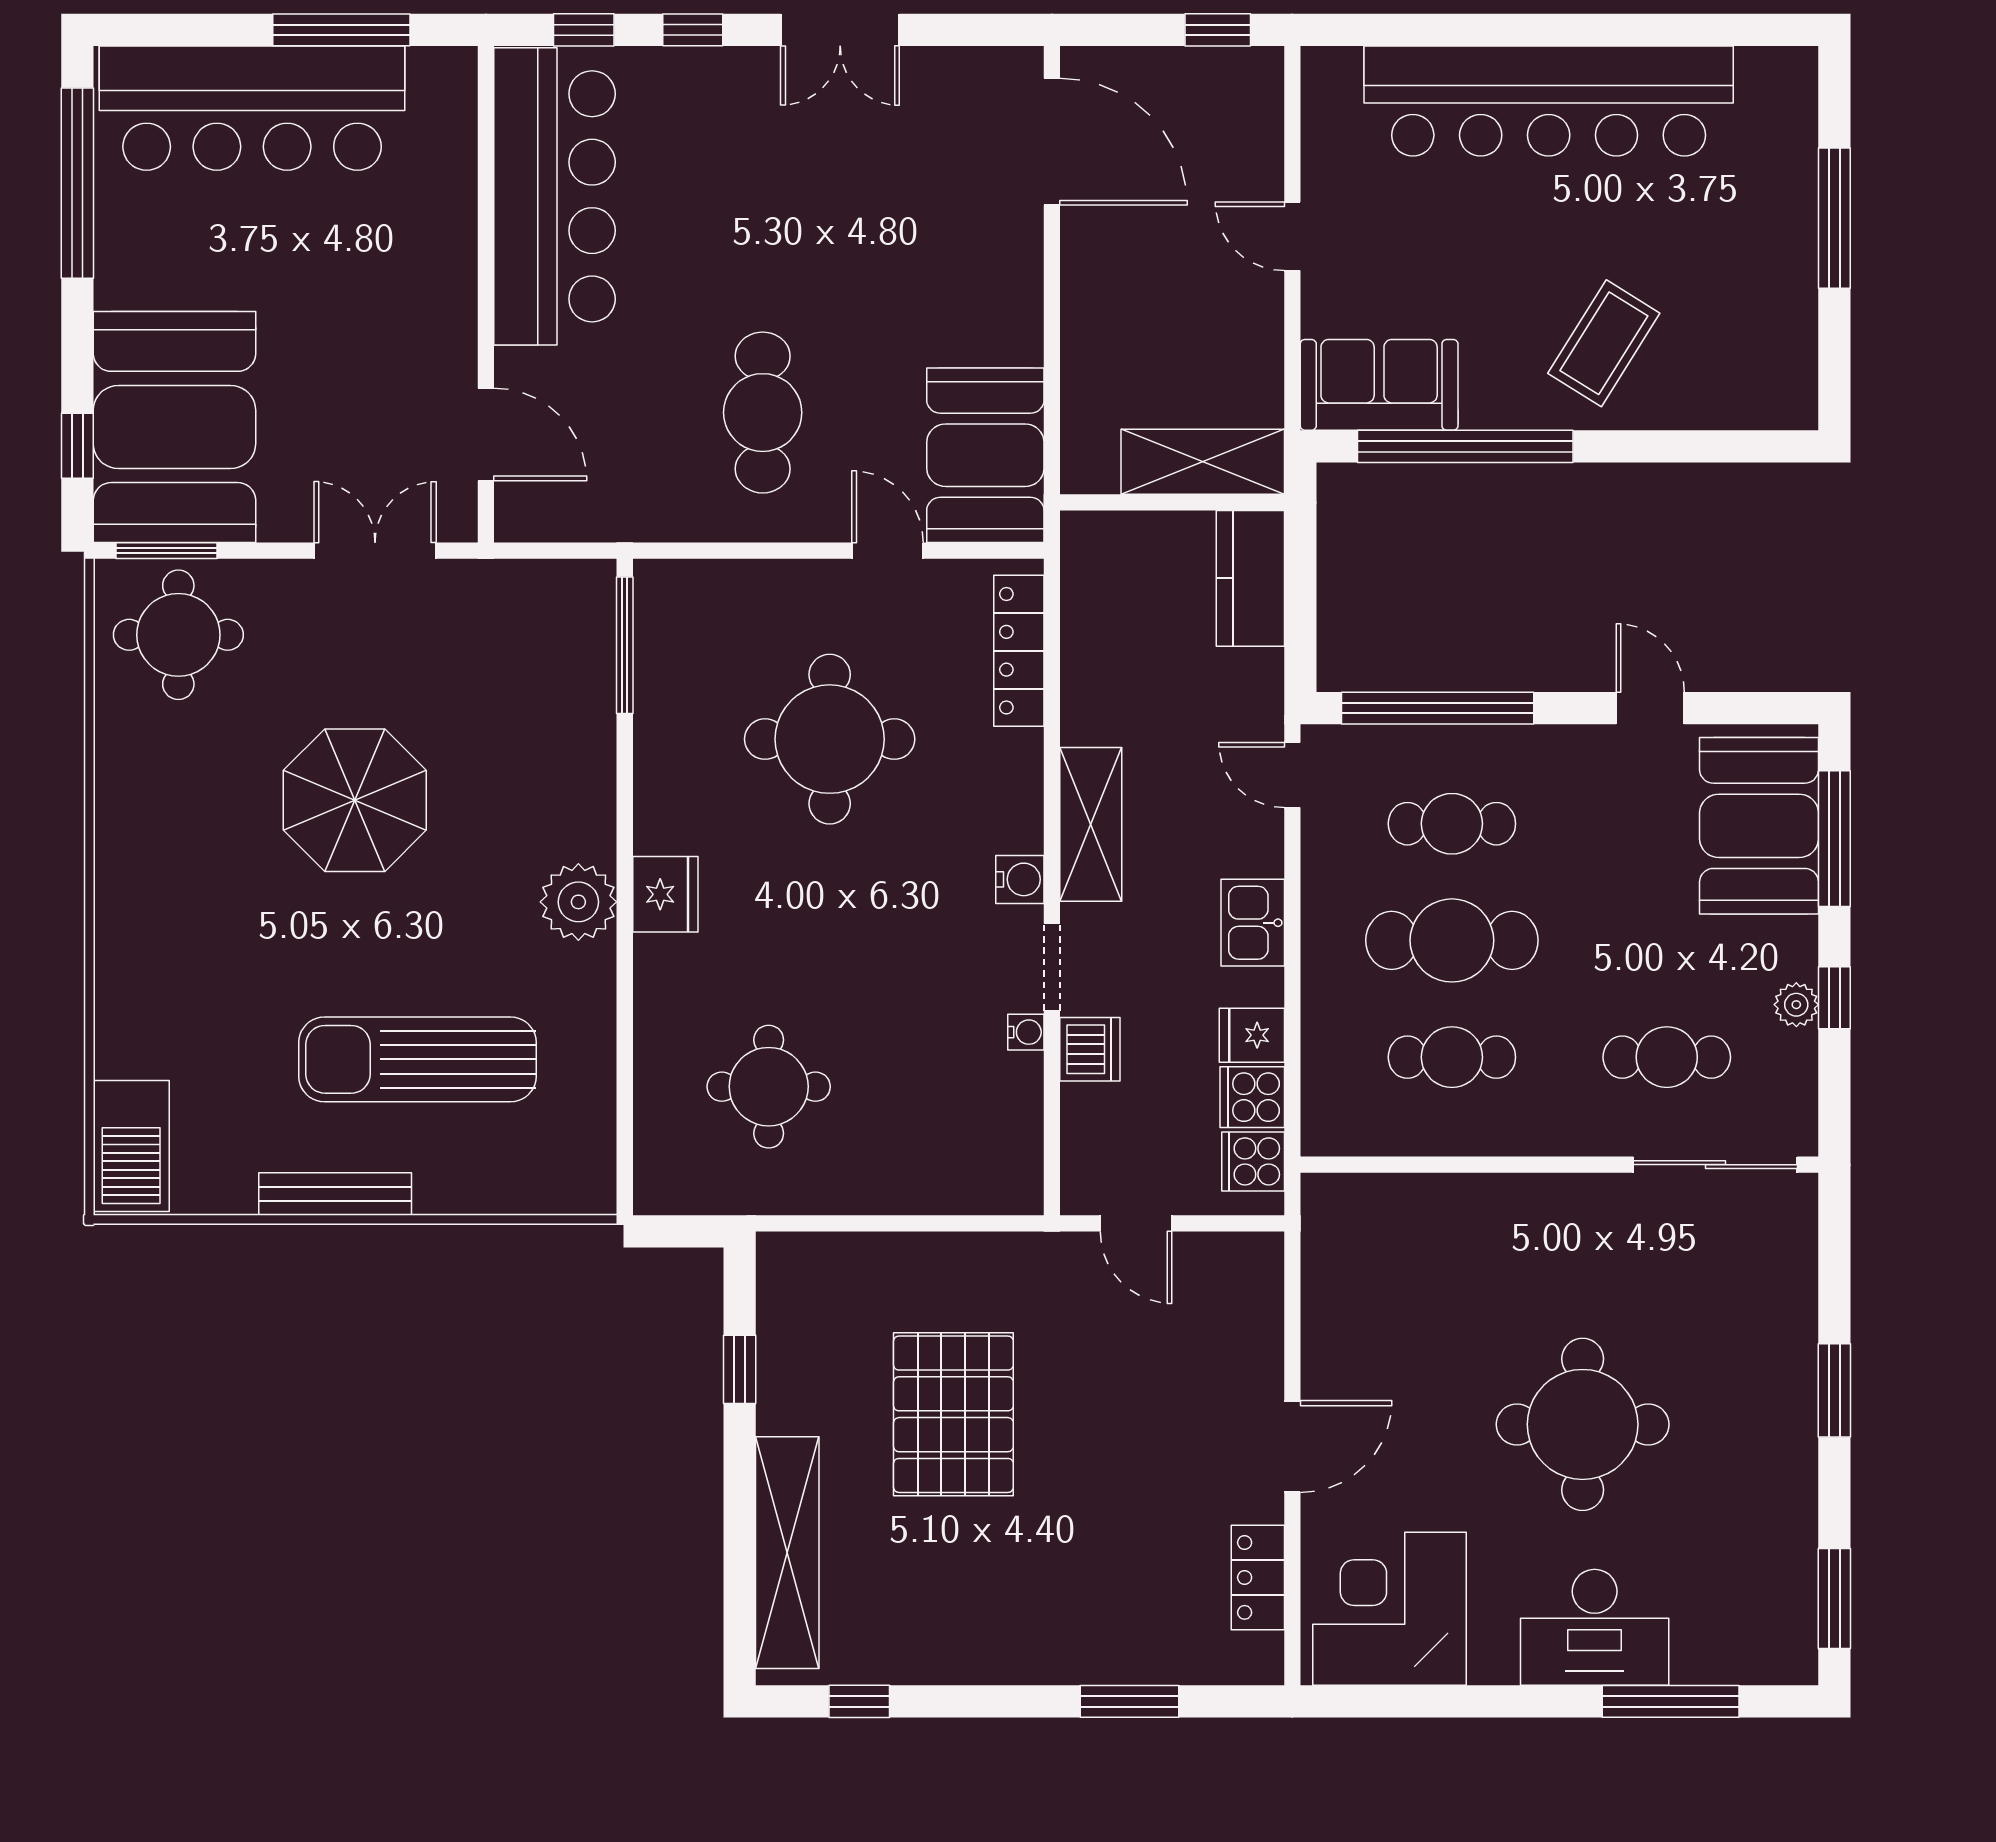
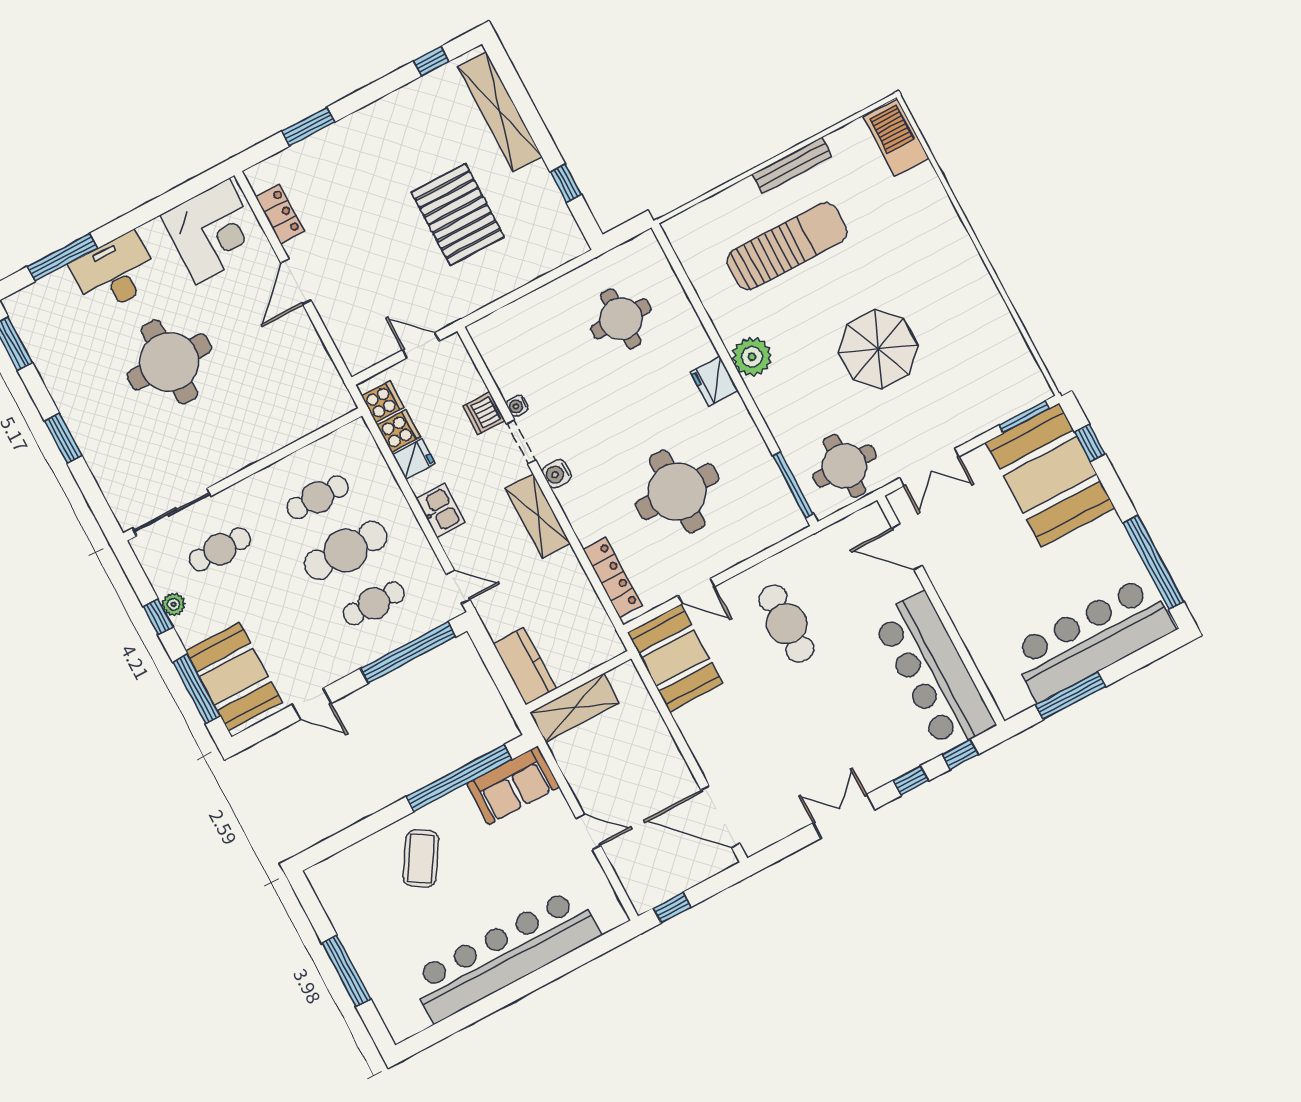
round table: (178, 635) -> (844, 466), moved

